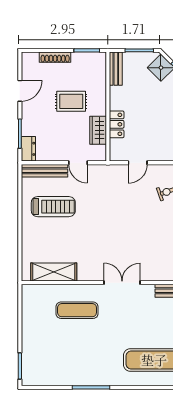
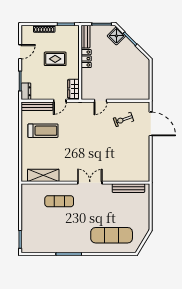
locker: (117, 124) -> (86, 59), moved
wardrobe: (98, 130) -> (74, 89), moved
door: (78, 163) -> (60, 101), hinge flipped

